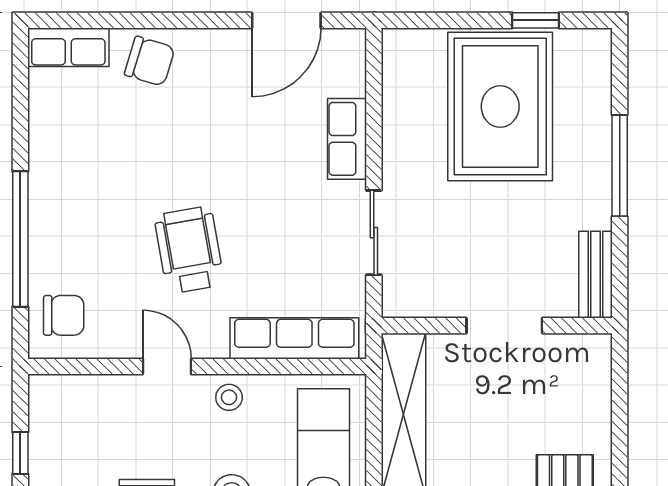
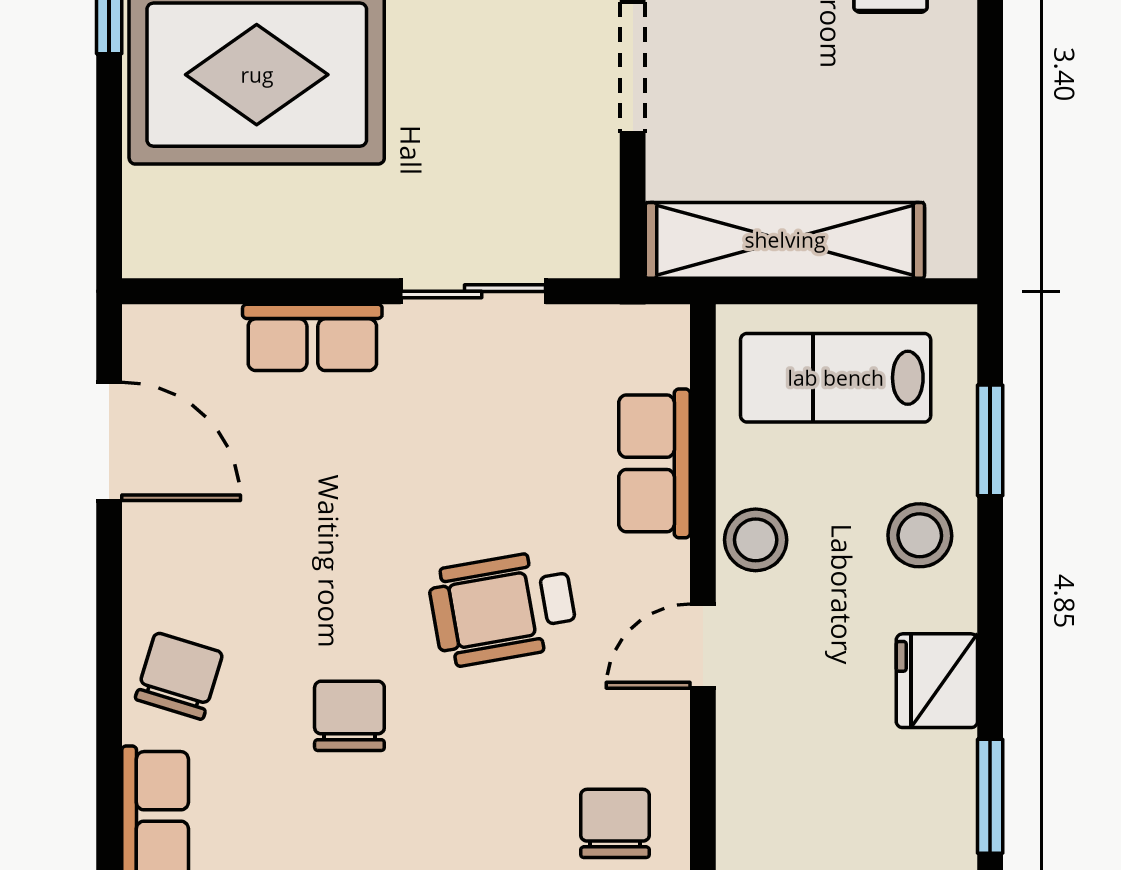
chair: (126, 161) -> (349, 716), added
row of seats: (294, 338) -> (654, 463), width x0.68
stool: (229, 397) -> (756, 540), width x1.37, depth x1.37

